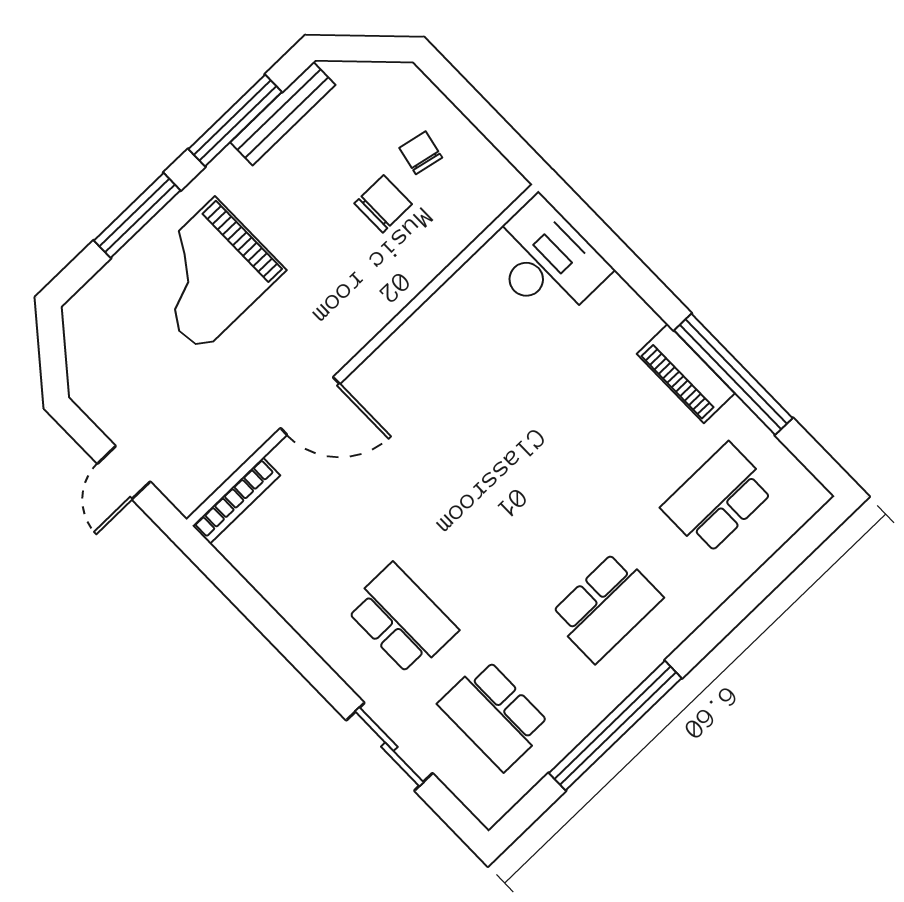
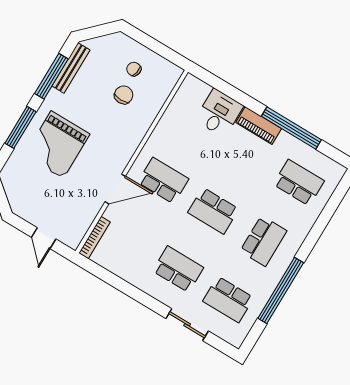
desk: (546, 260) -> (219, 113), moved, width x0.73
piano: (686, 374) -> (259, 126), moved
school desk: (421, 415) -> (163, 181), added
school desk: (718, 499) -> (299, 183), turned 90
school desk: (513, 511) -> (213, 211), added

